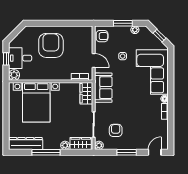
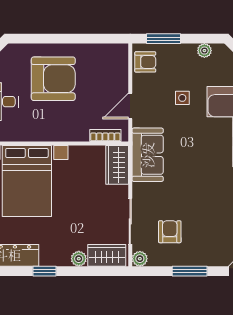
window: (123, 23) -> (164, 39), moved
armchair: (51, 45) -> (53, 79), turned 90
door: (94, 61) -> (130, 106), swing flipped
window: (46, 152) -> (44, 271), width x0.46

